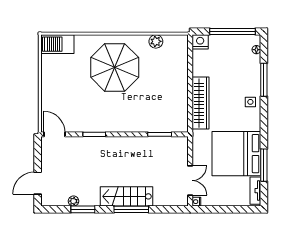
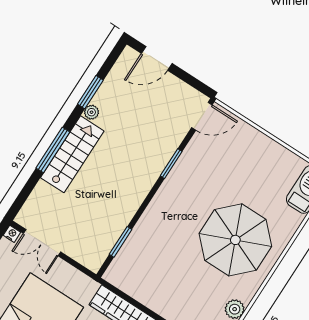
door: (38, 183) -> (157, 58), swing flipped
plant: (74, 201) -> (91, 112), moved

